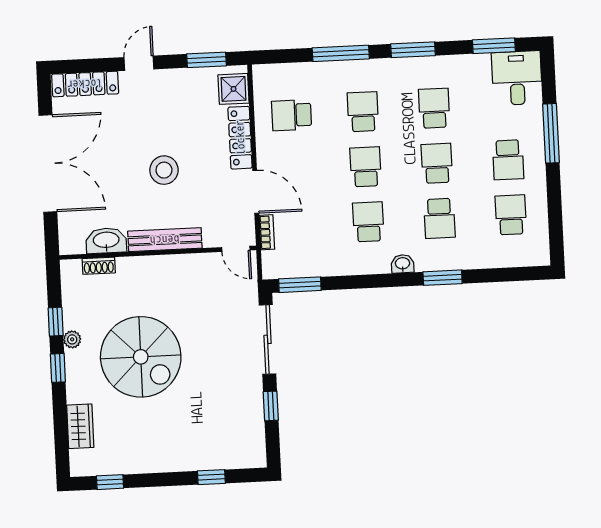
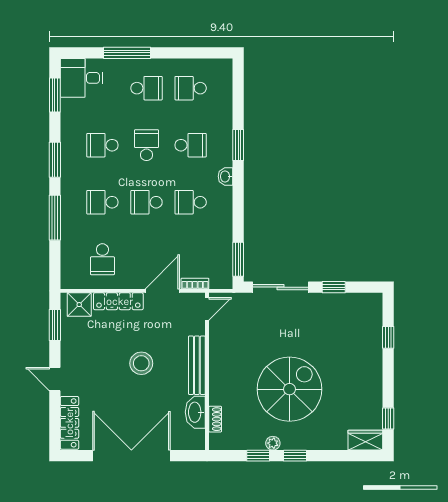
school desk: (437, 163) -> (147, 145), turned 90
wardrobe: (80, 426) -> (365, 440), moved

